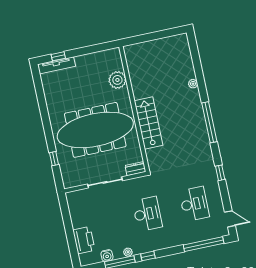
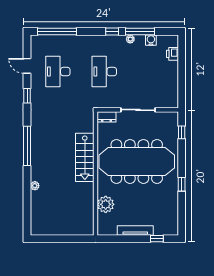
tv unit: (56, 65) -> (135, 231), moved
window: (45, 117) -> (182, 184), added
window: (54, 159) -> (182, 132), moved
door: (230, 219) -> (27, 66), moved
printer: (84, 240) -> (172, 54), width x0.53, depth x0.68

